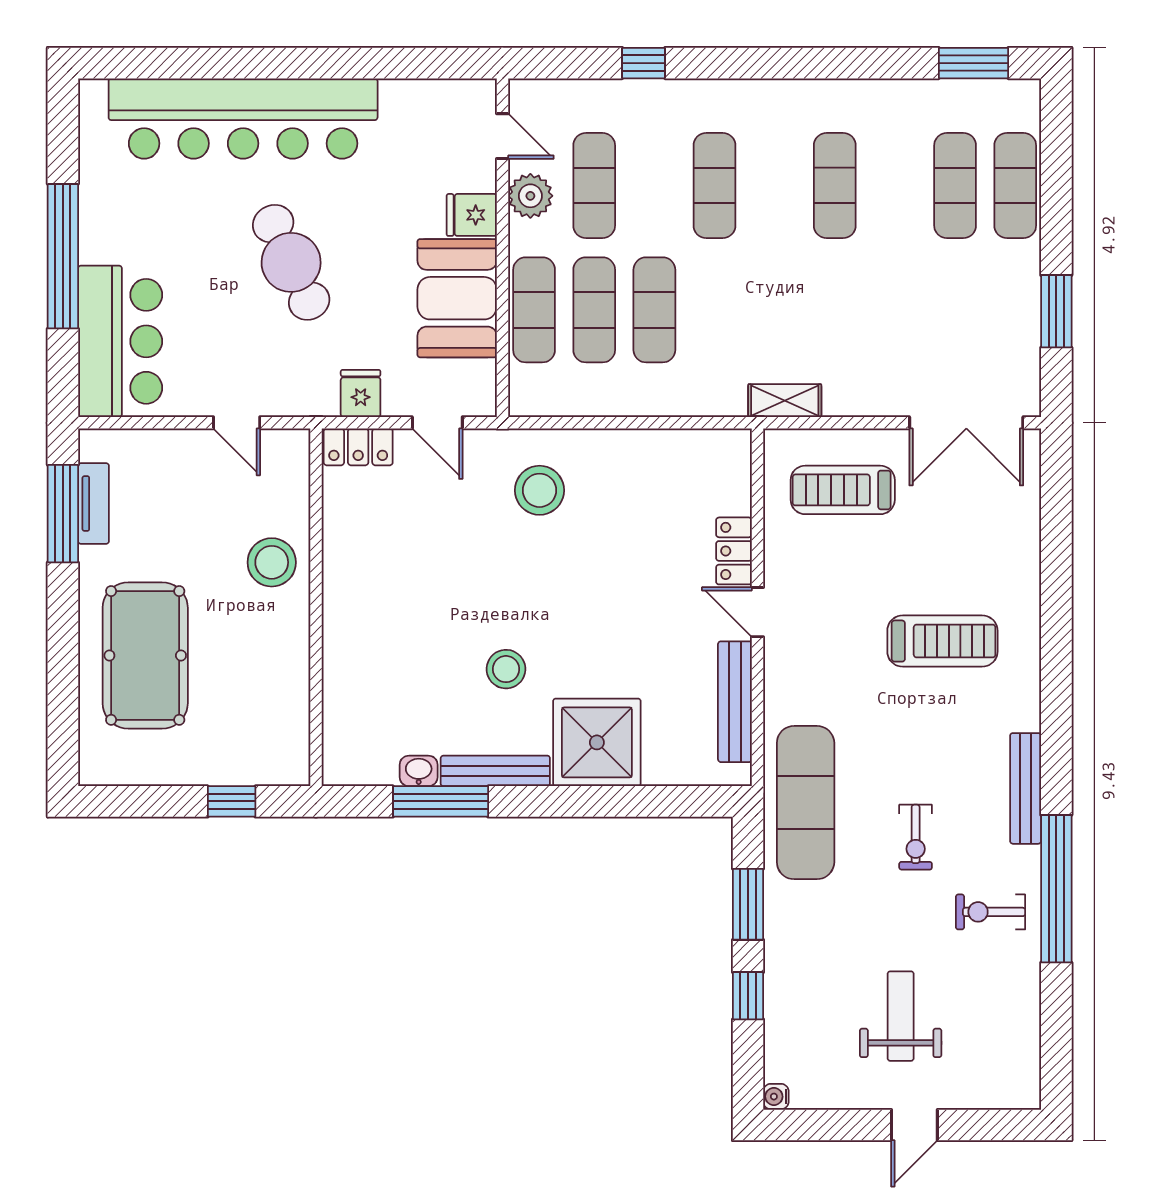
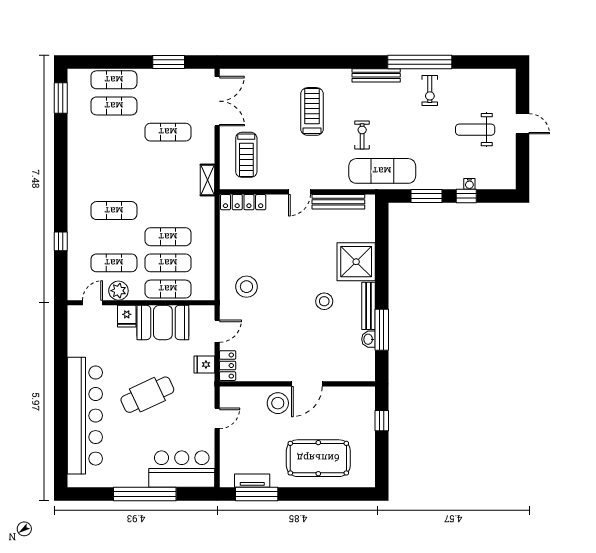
exercise mat: (835, 186) -> (168, 132), moved
locker: (734, 551) -> (243, 202), moved, width x1.53
door: (316, 629) -> (307, 384), added
exercise bike: (916, 837) -> (362, 135), moved, turned -90
water cooler: (776, 1097) -> (469, 184), moved

